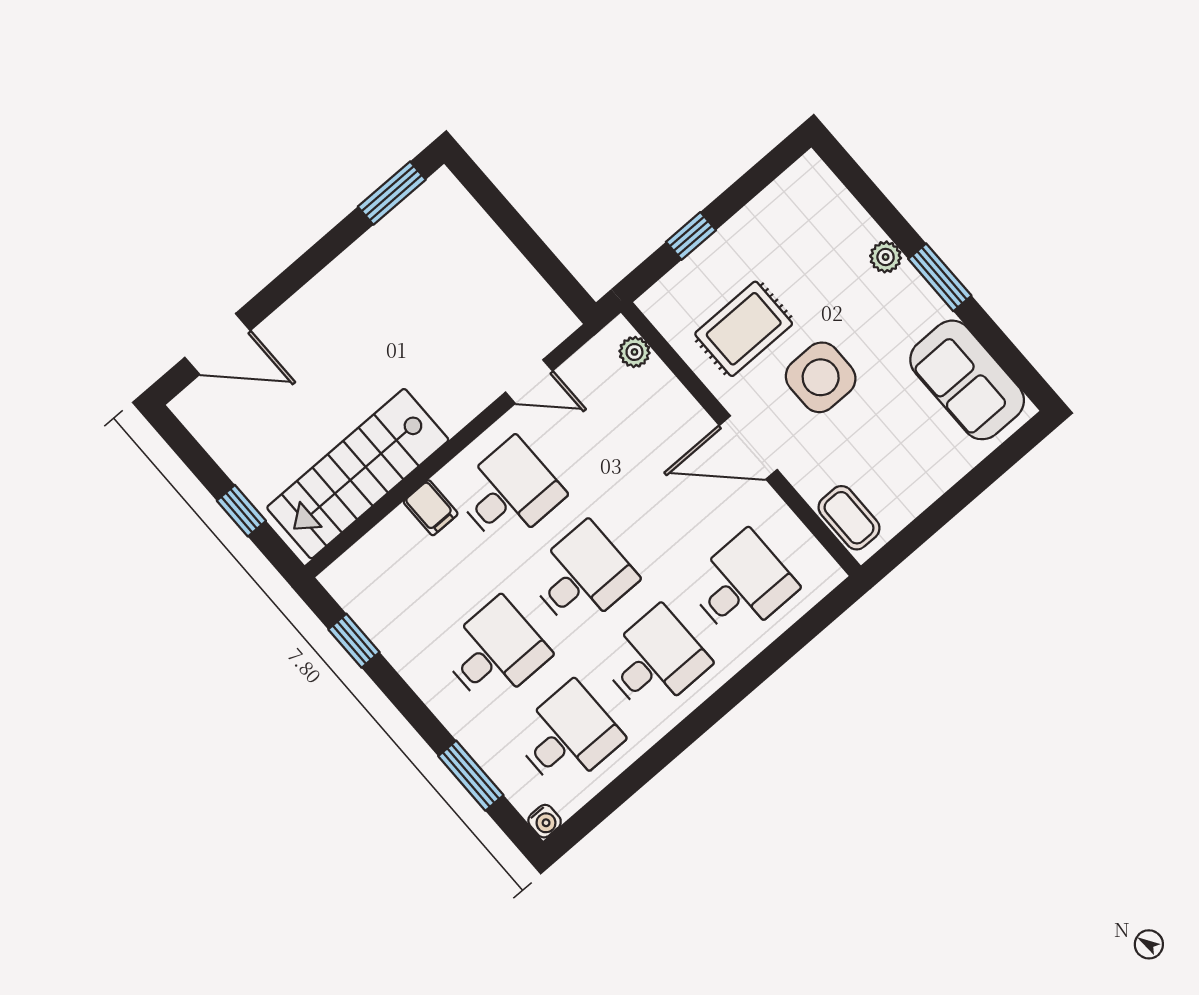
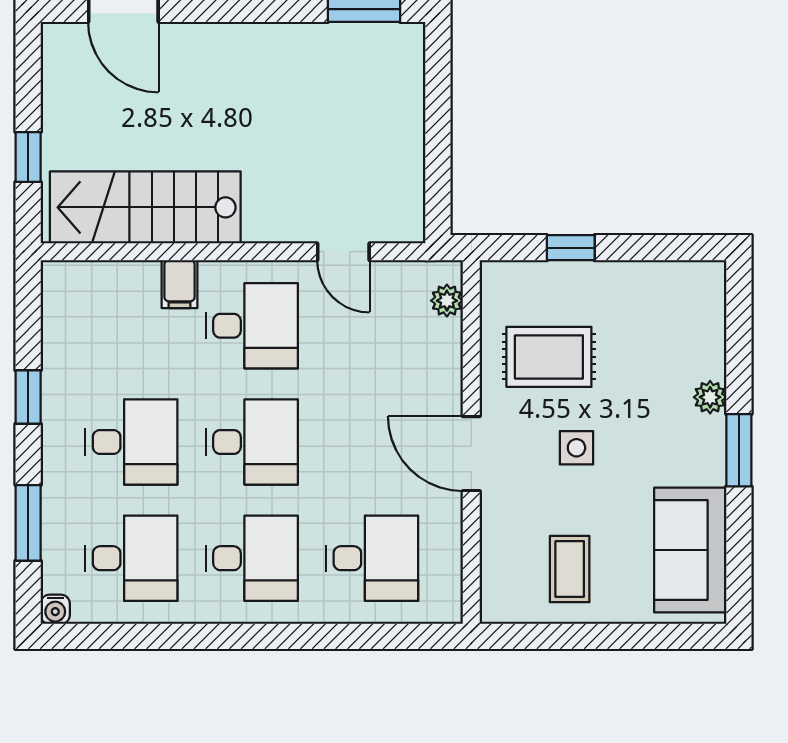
side table: (821, 377) -> (576, 448), width x0.54, depth x0.54
coffee table: (849, 518) -> (570, 569), moved
window: (354, 641) -> (28, 397), moved

